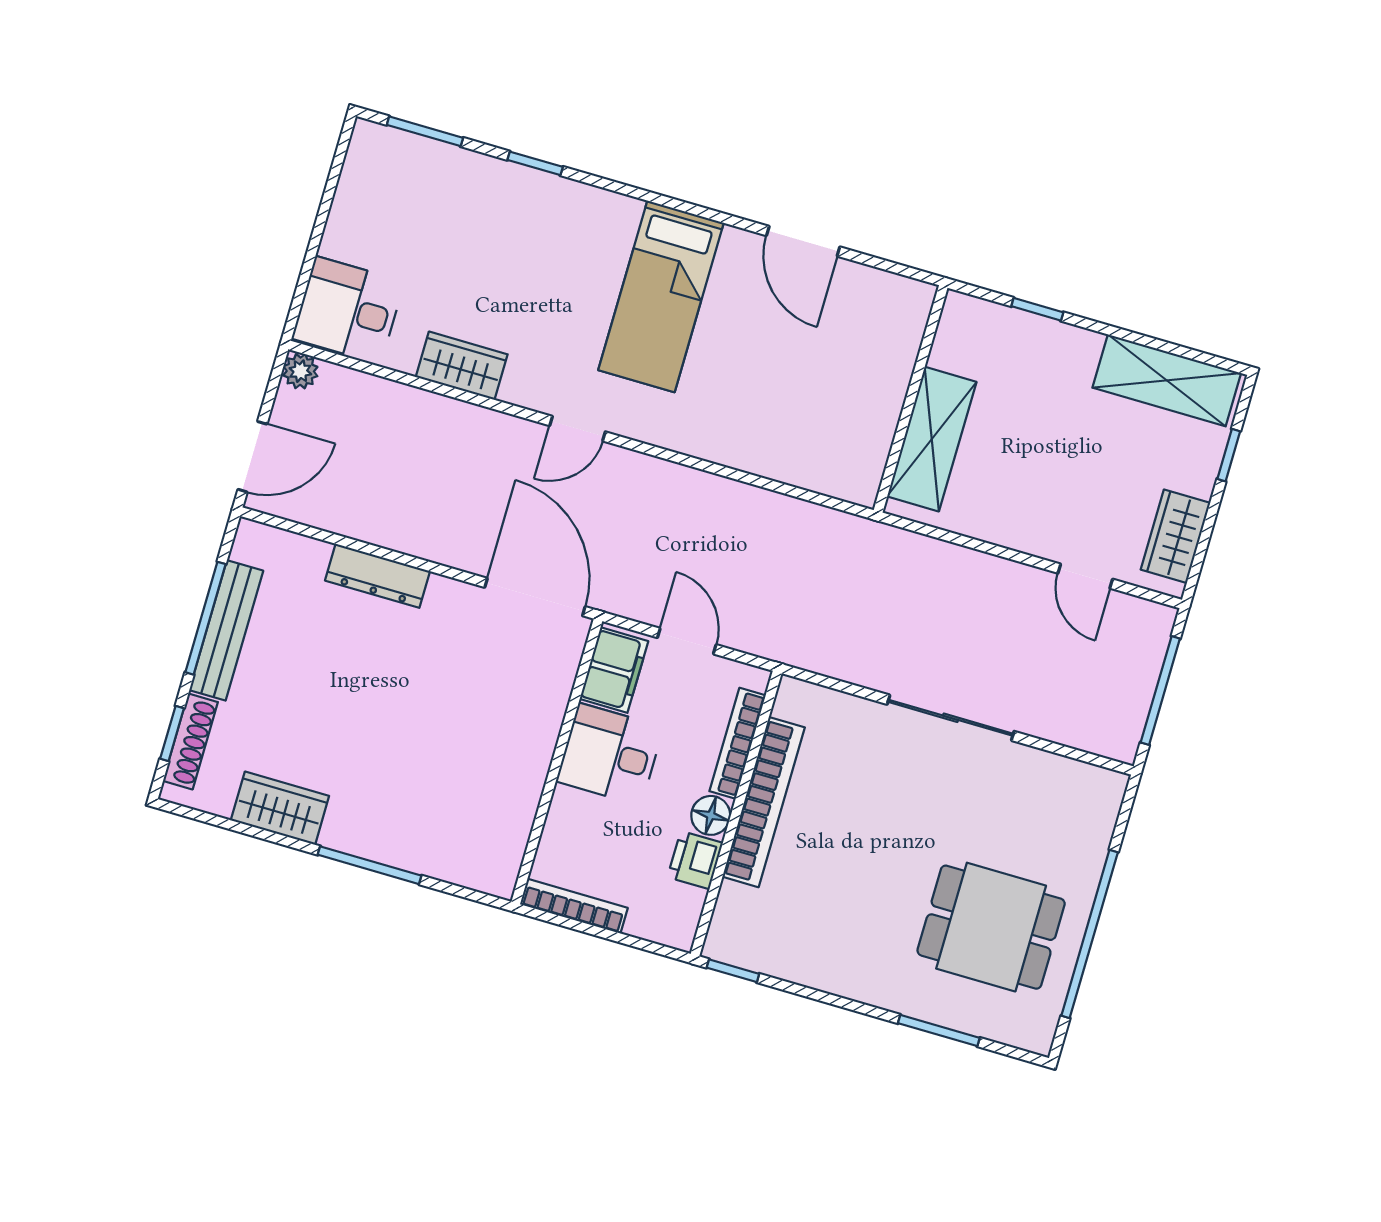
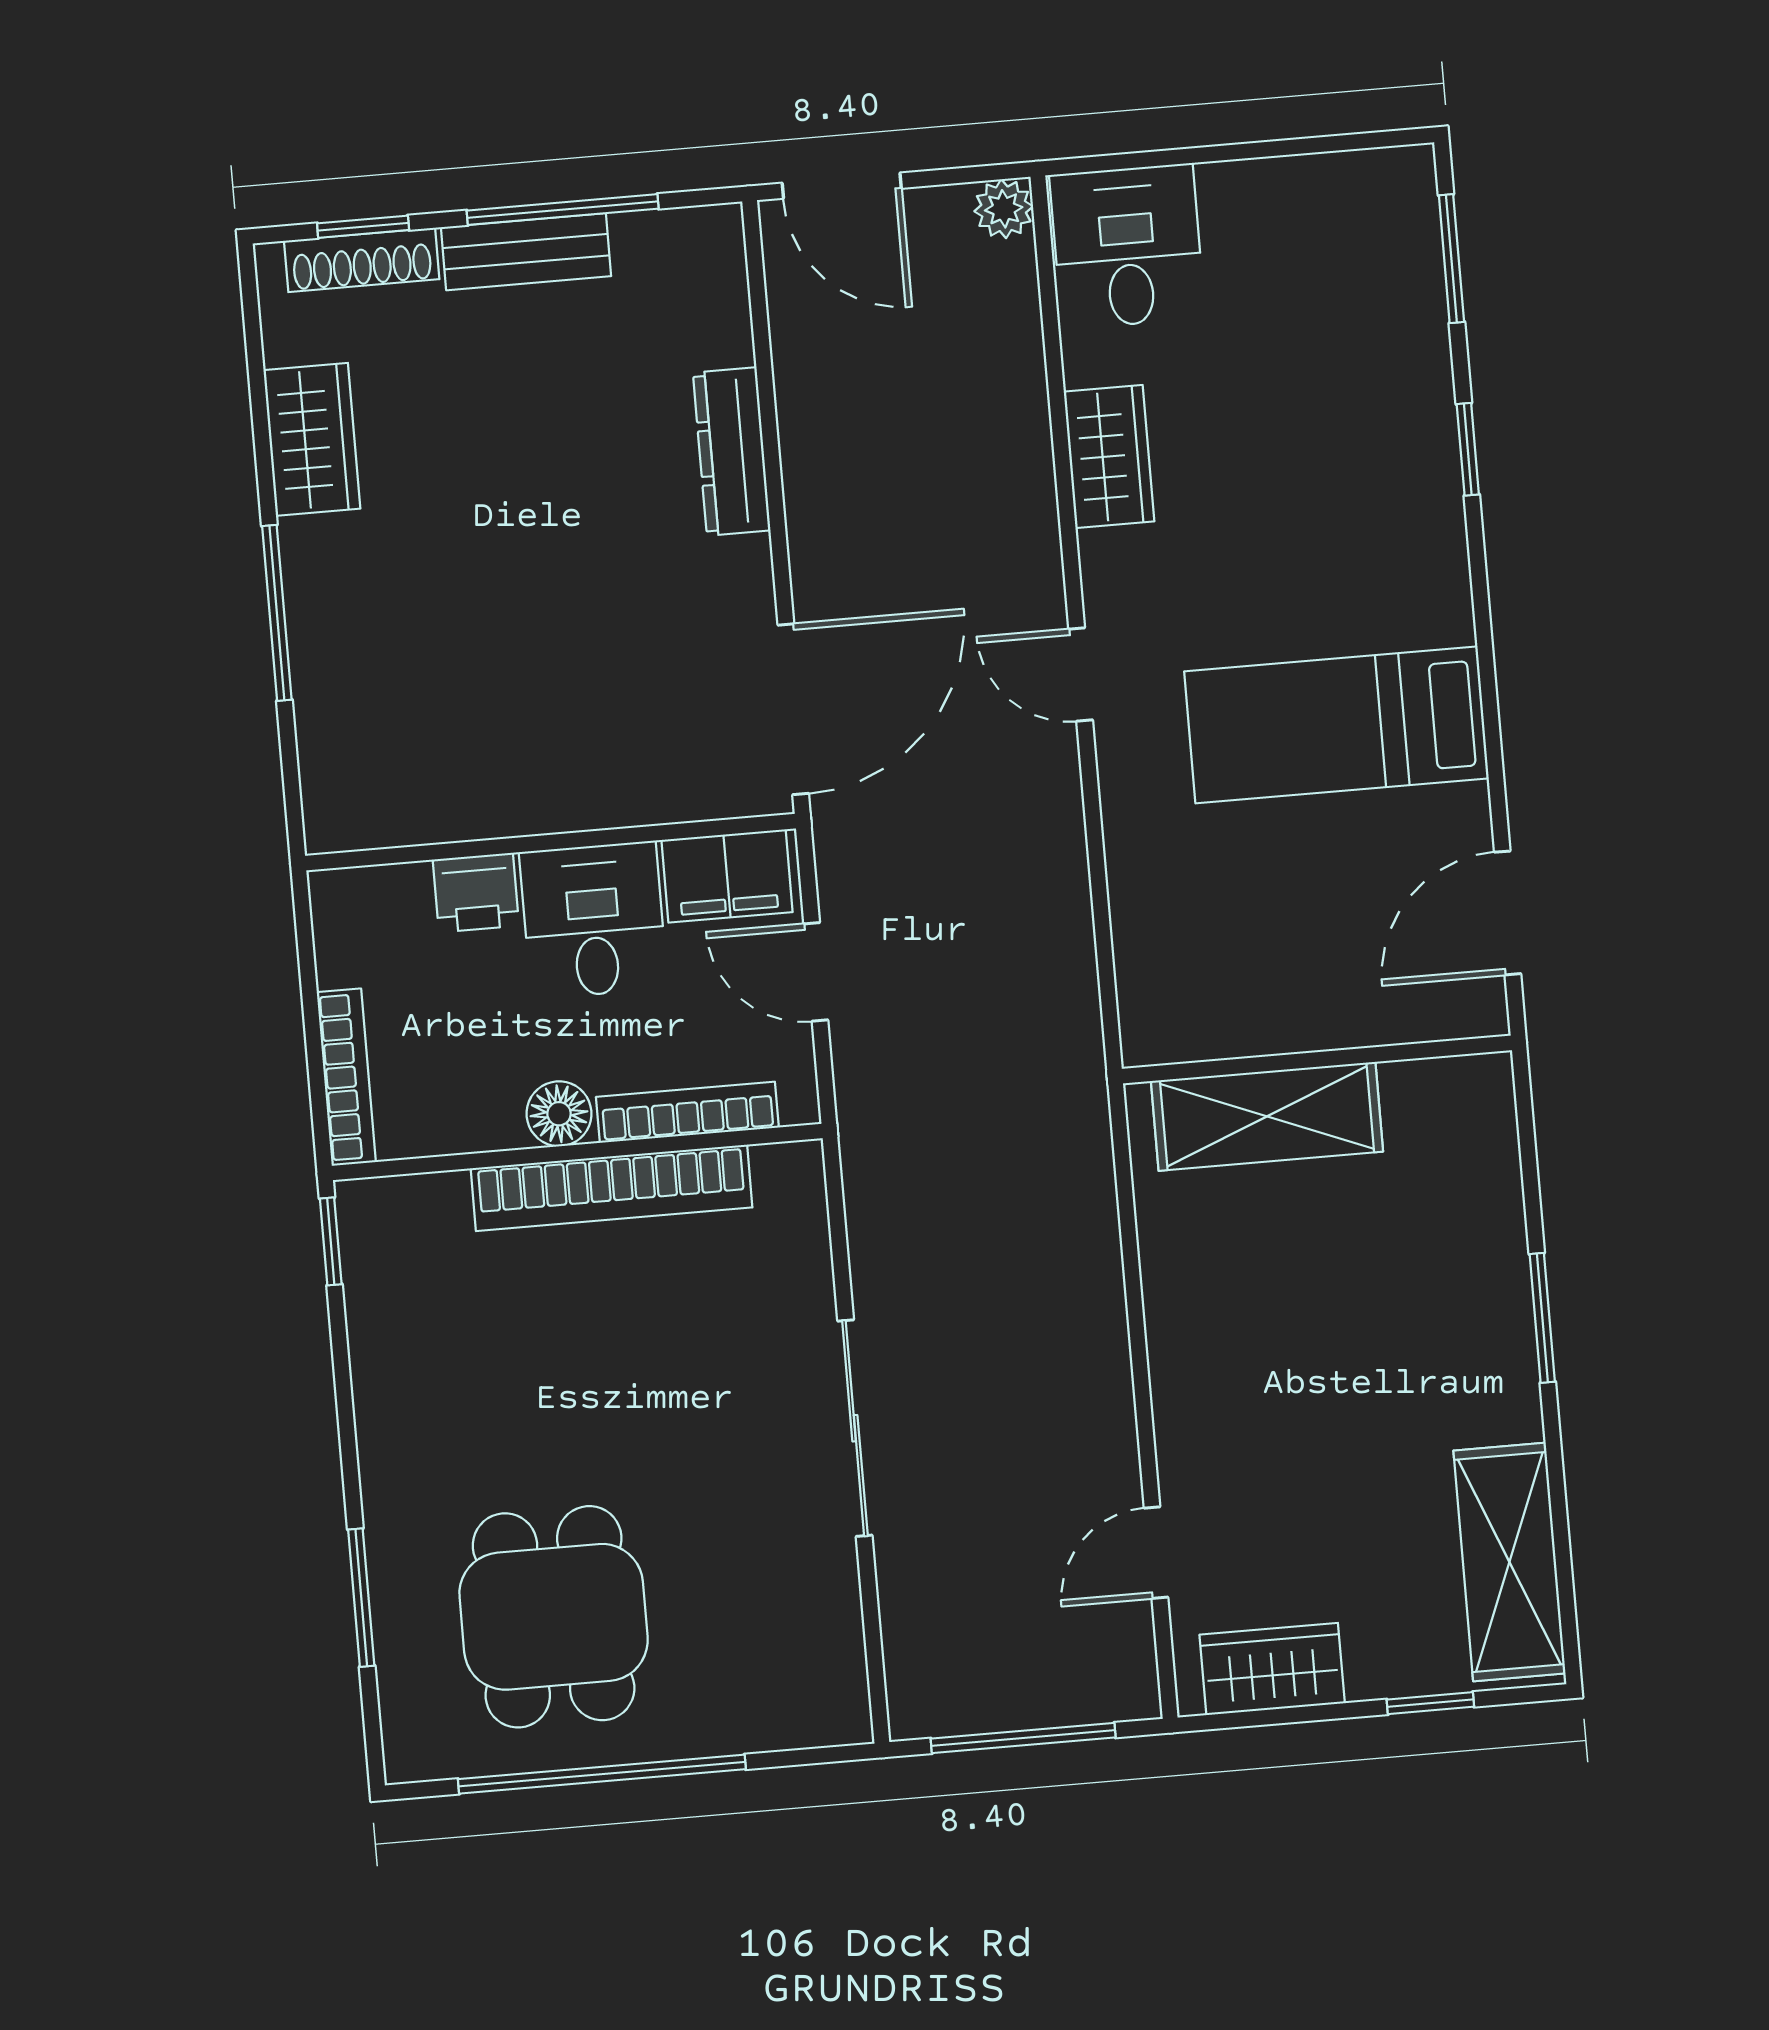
window: (1037, 309) -> (1542, 1318), width x1.50
wall: (911, 399) -> (1317, 1060), moved
shelving: (932, 439) -> (1267, 1116), moved
bench: (226, 630) -> (526, 252), width x0.73
door: (687, 641) -> (816, 972), swing flipped
printer: (695, 860) -> (476, 893), moved, turned 180
bookcase: (574, 906) -> (346, 1077), moved

